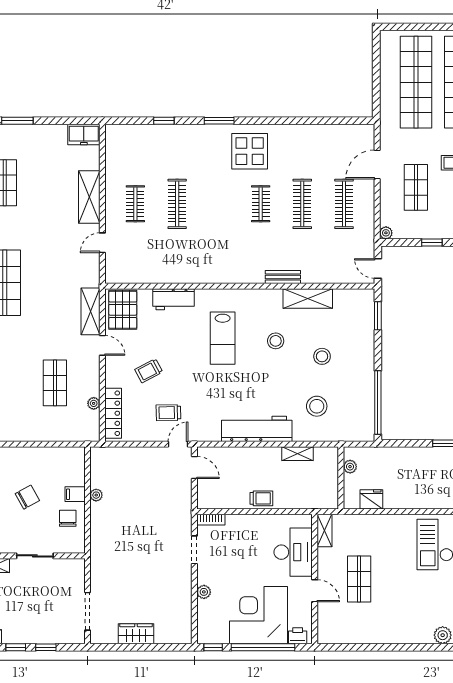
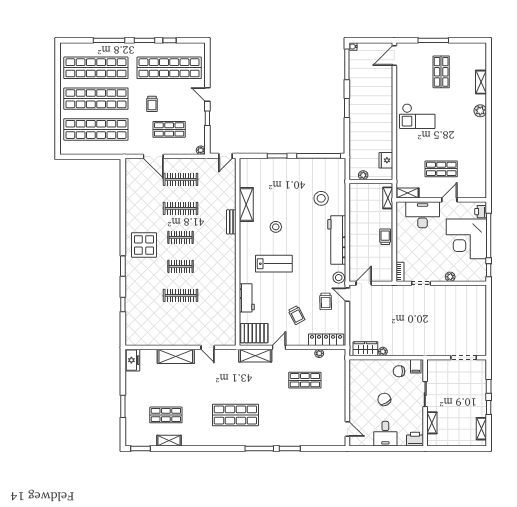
clothes rail: (135, 204) -> (181, 266), moved
window: (378, 316) -> (277, 156), moved
stool: (322, 356) -> (339, 278), moved
shelving: (297, 454) -> (388, 198), moved
filing cabinet: (75, 494) -> (416, 366), moved
wardrobe: (136, 634) -> (365, 349), moved, turned 90

